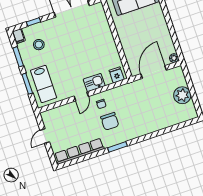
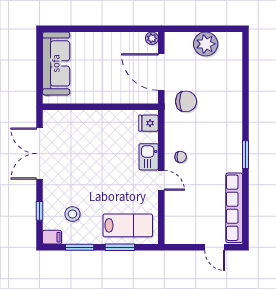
chair: (110, 121) -> (186, 101), moved
door: (45, 136) -> (215, 247), moved

